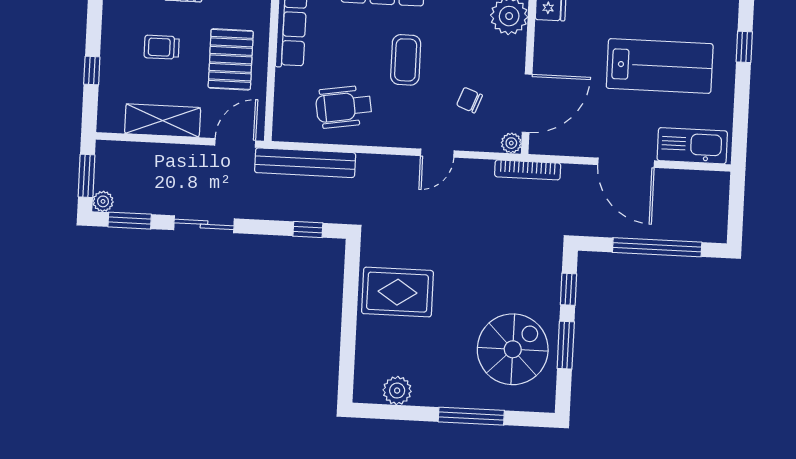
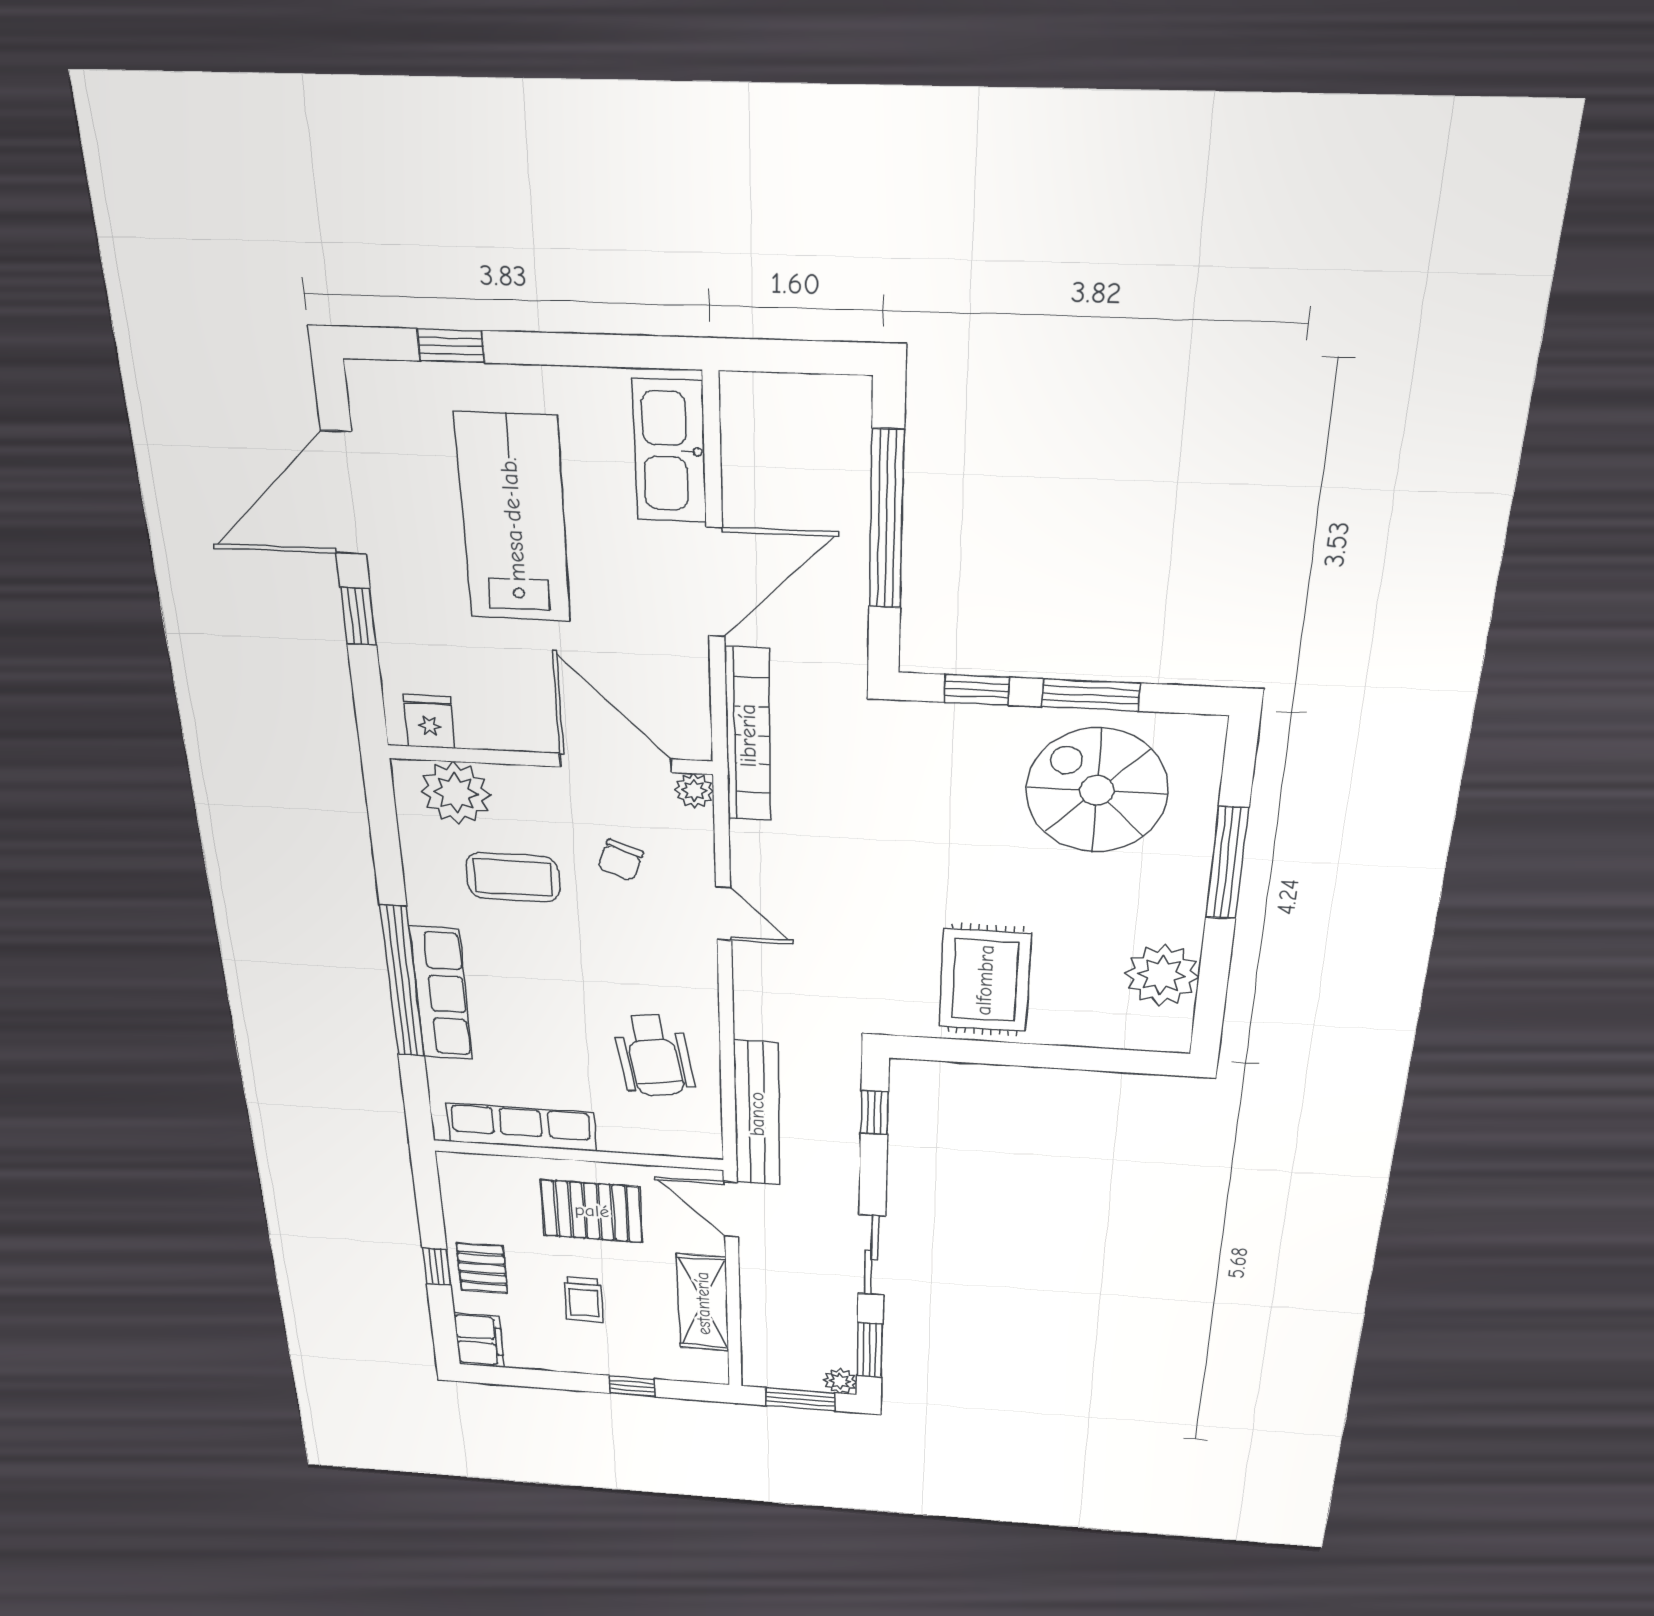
coffee table: (406, 60) -> (513, 877), moved
bookcase: (528, 170) -> (748, 735), width x1.48, depth x1.31
plant: (397, 391) -> (1162, 975), width x1.36, depth x1.36

